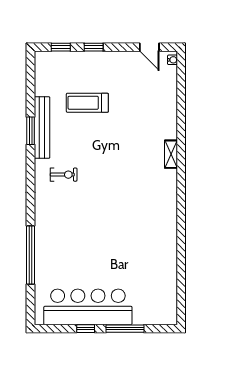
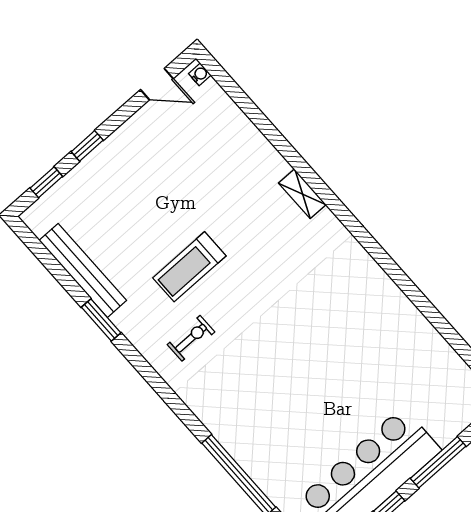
treadmill: (87, 103) -> (189, 267), moved
bench: (42, 127) -> (83, 270), moved

